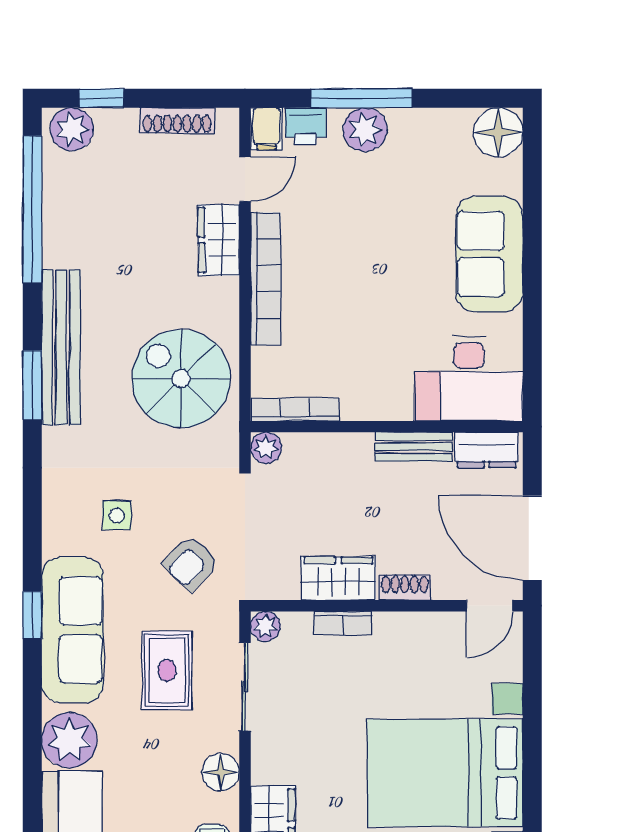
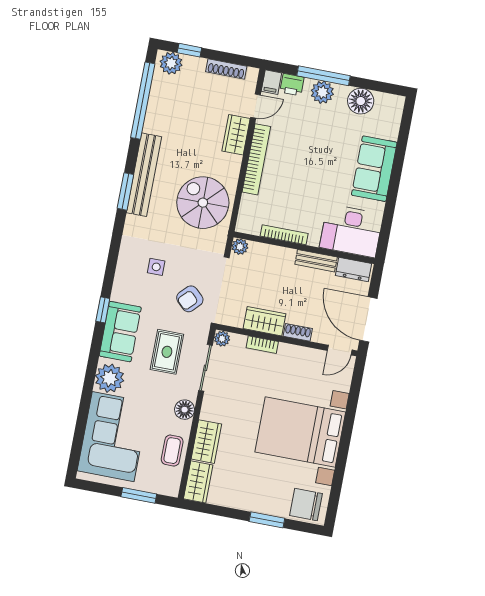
floor lamp: (498, 132) -> (361, 101), moved
bookcase: (295, 410) -> (284, 235), moved
sofa: (72, 630) -> (120, 332), width x0.73

